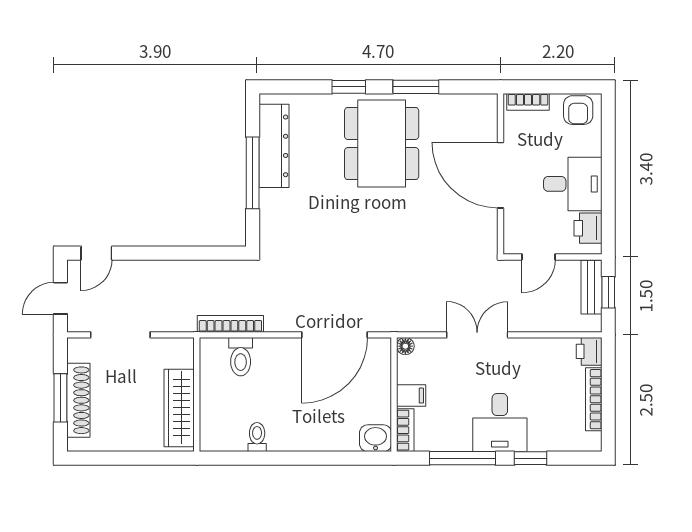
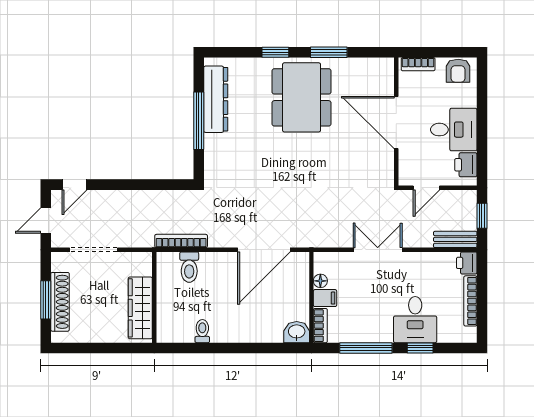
bench: (591, 287) -> (455, 239), moved, turned 90
floor lamp: (405, 346) -> (320, 281), moved
desk: (500, 423) -> (415, 320), moved

